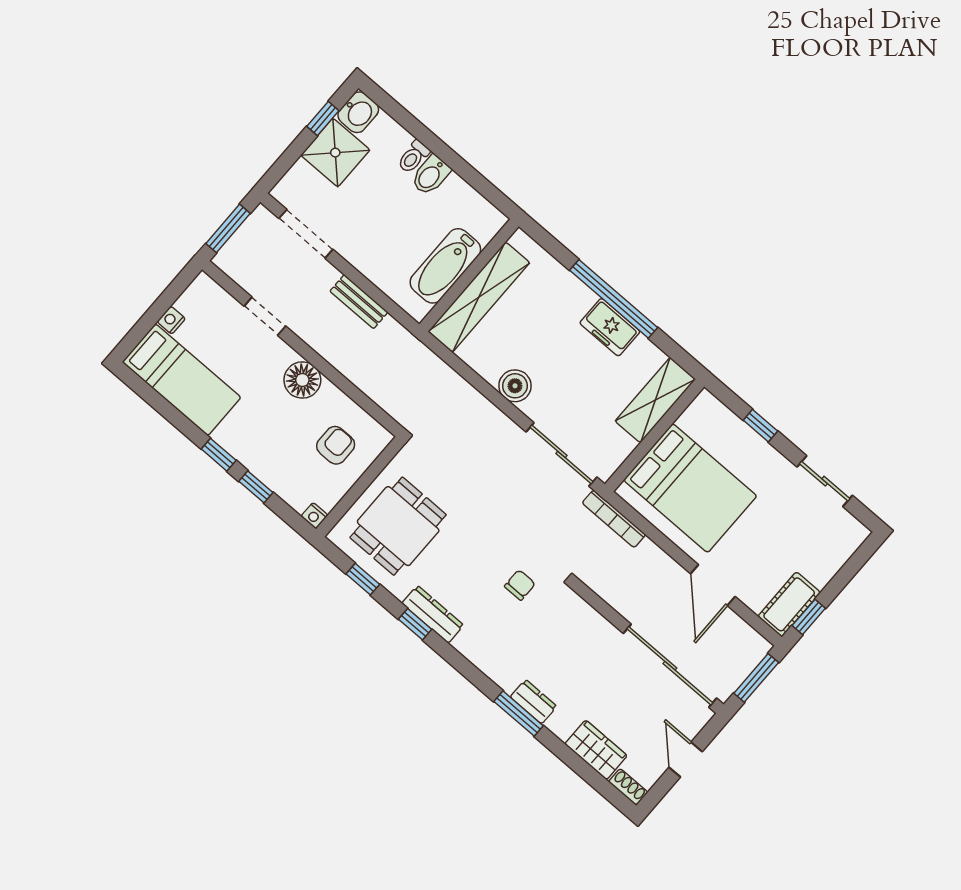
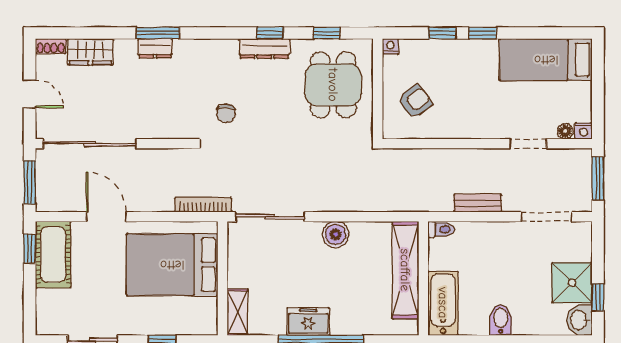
toilet: (413, 157) -> (441, 229), moved, turned 90
bathtub: (445, 266) -> (443, 303), moved
nightstand: (171, 320) -> (584, 131), moved, turned 90
floor lamp: (302, 380) -> (565, 131), moved, width x0.53, depth x0.53
shelving: (655, 400) -> (238, 312), width x0.67, depth x0.75
armchair: (336, 445) -> (415, 101), turned -127
cot: (789, 604) -> (53, 255), width x1.37, depth x1.34

